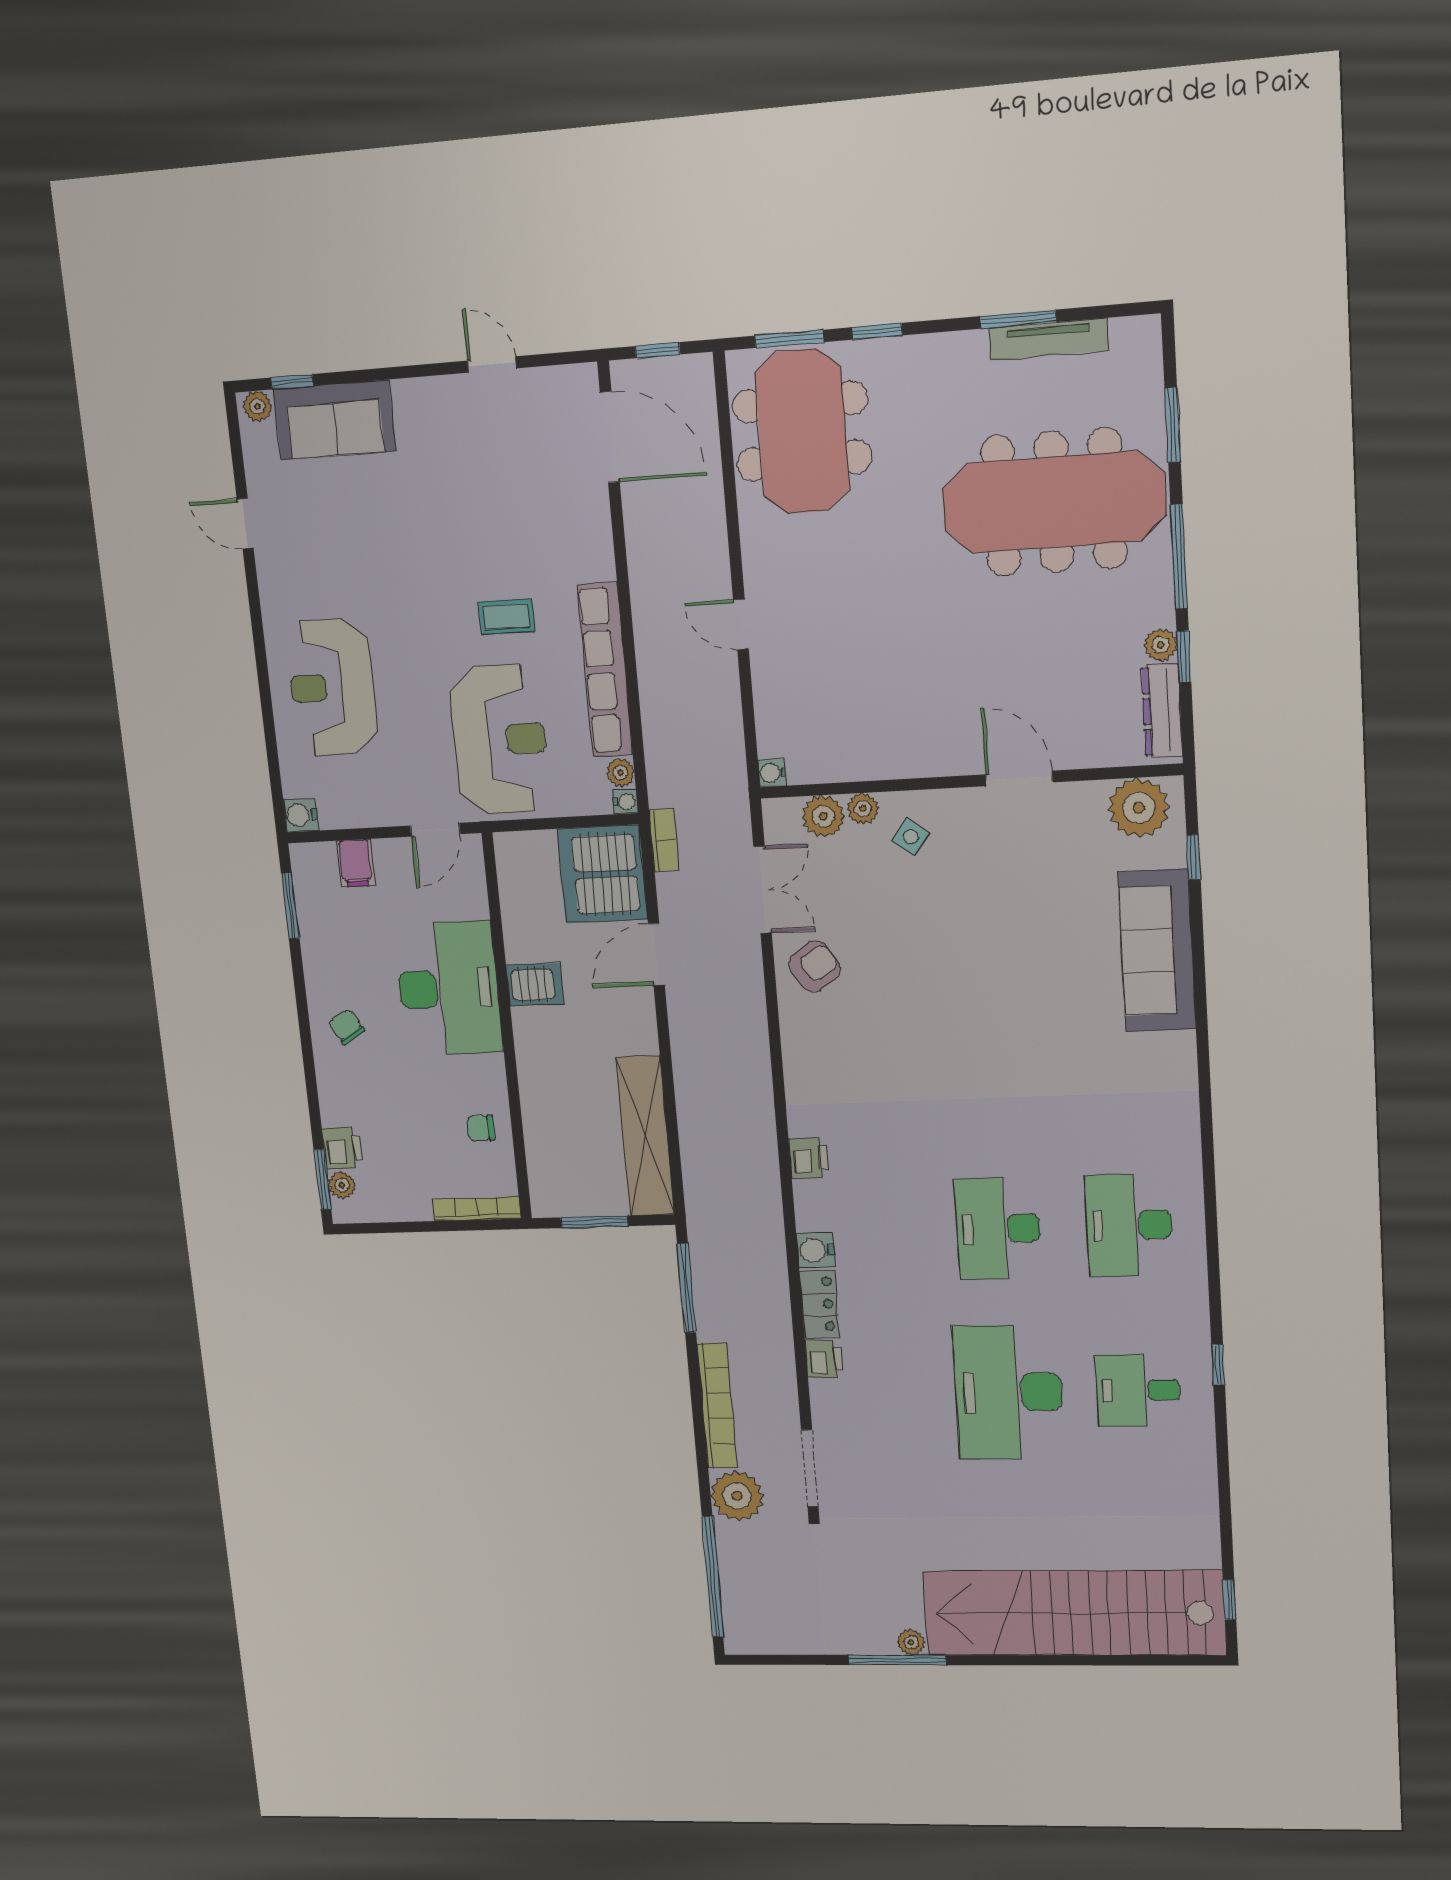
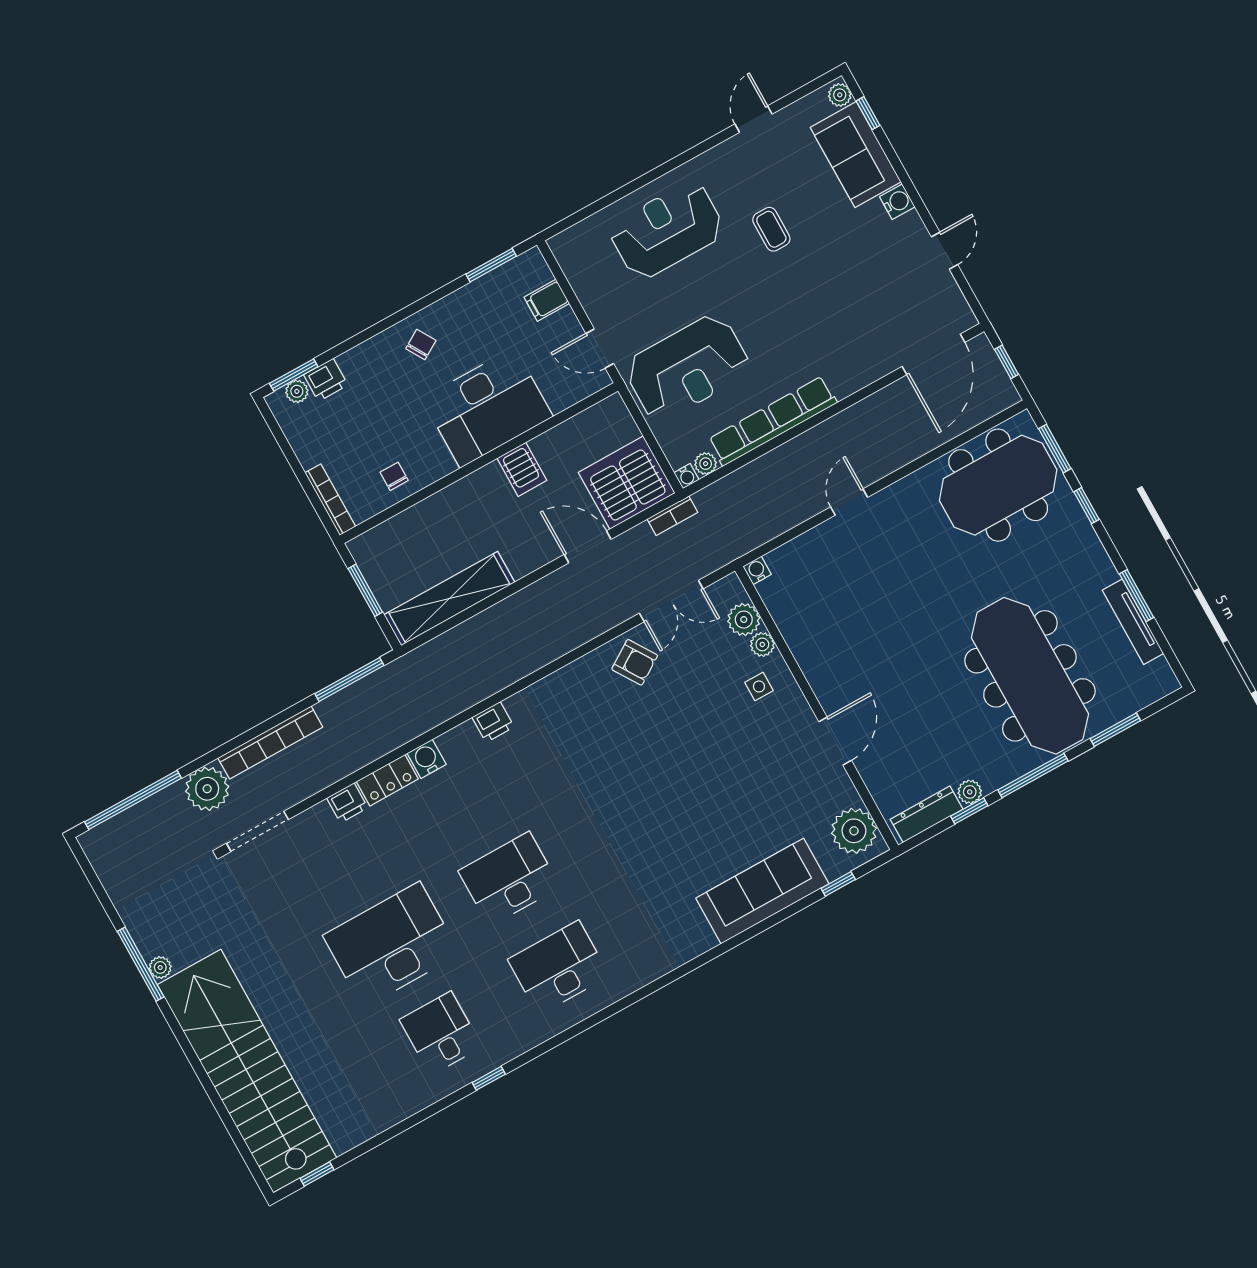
coffee table: (507, 617) -> (771, 229), moved
water cooler: (301, 815) -> (897, 202), moved, turned 90
side table: (911, 837) -> (759, 686), turned -38

